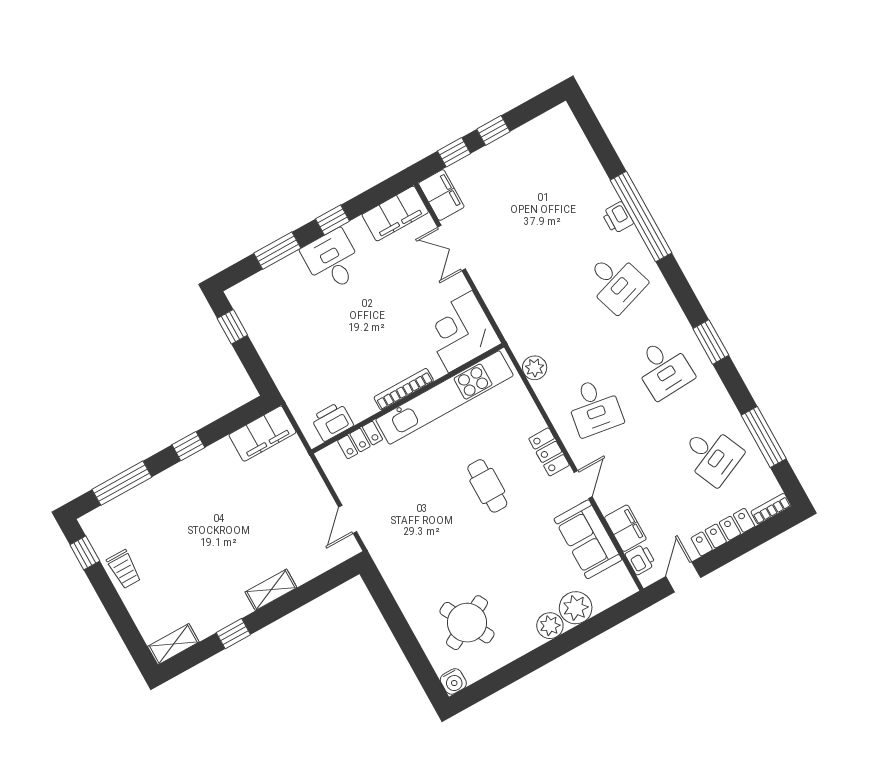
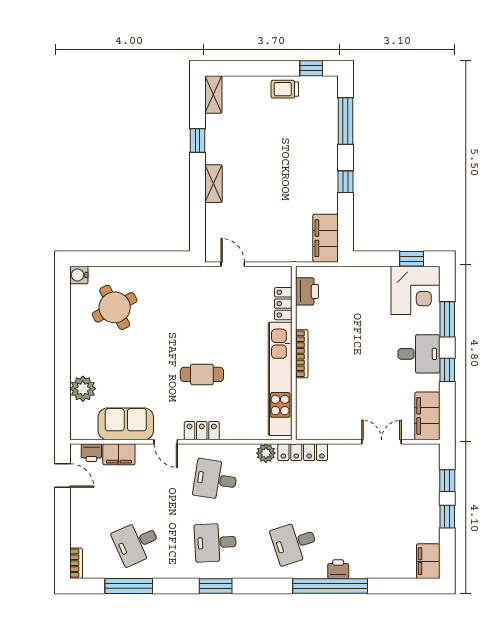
filing cabinet: (441, 195) -> (428, 561), moved, turned 90
corner desk: (460, 332) -> (415, 290), moved, turned 90
locker: (723, 532) -> (303, 452), moved, turned 90
plant: (550, 626) -> (80, 364), removed

